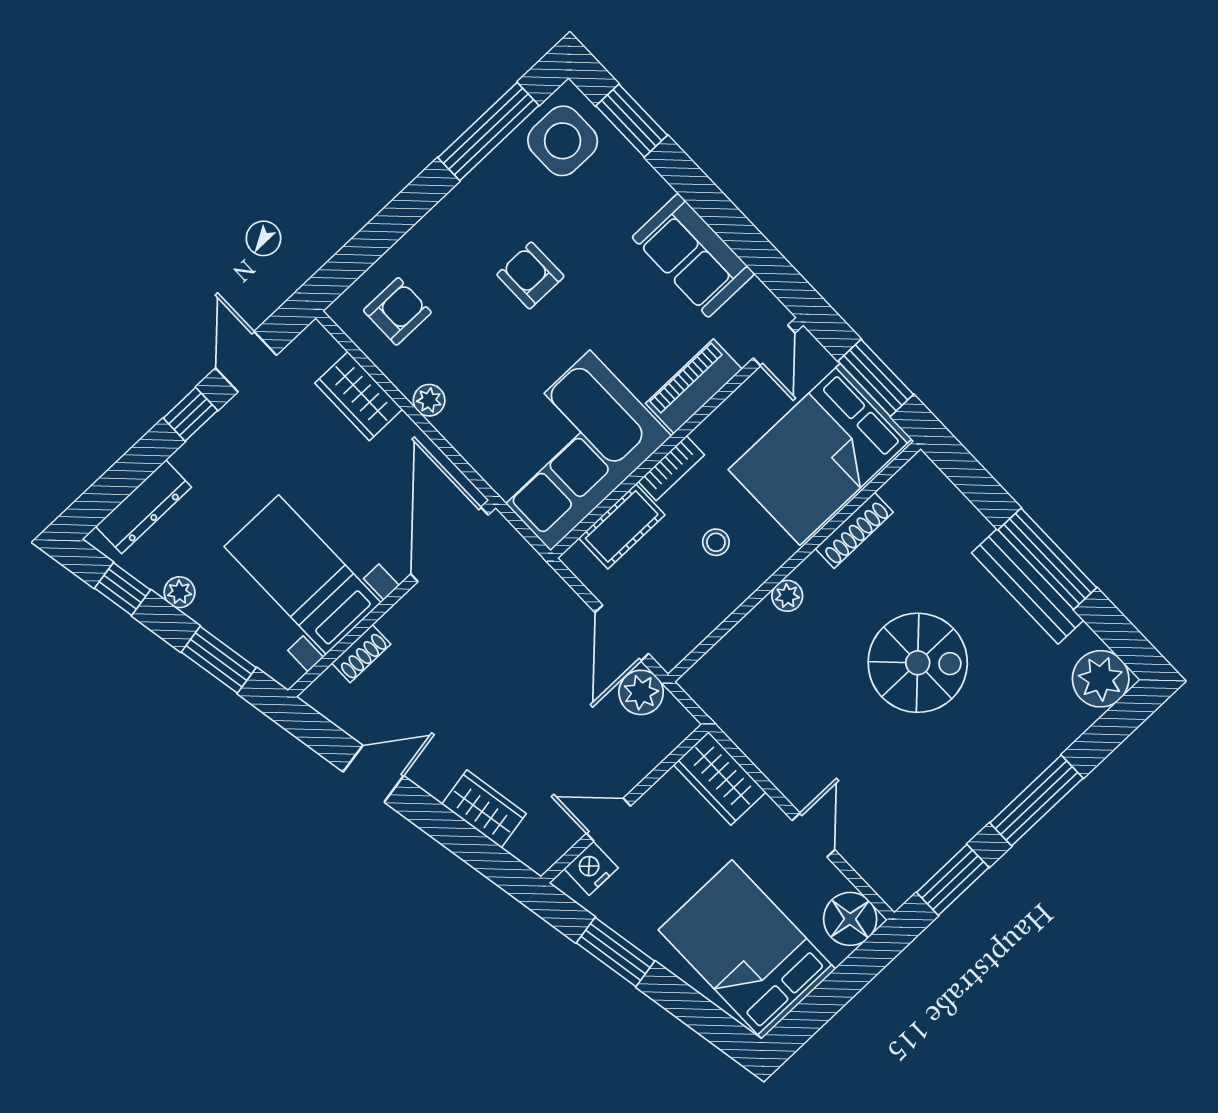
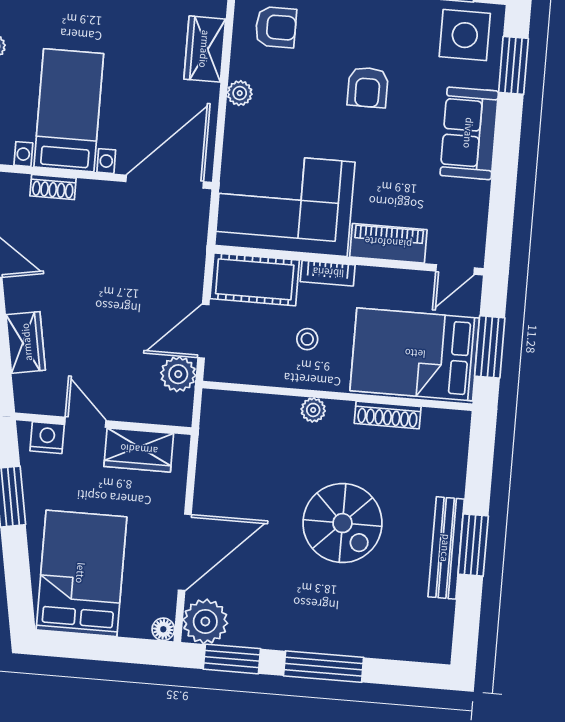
sofa: (693, 255) -> (469, 133), moved
armchair: (530, 275) -> (368, 87), turned 180
cot: (622, 526) -> (255, 279), width x1.37, depth x1.34
window: (1047, 559) -> (473, 545), width x0.69
plant: (1101, 679) -> (205, 621), moved
wardrobe: (720, 778) -> (139, 450), moved, turned -90
door: (813, 835) -> (185, 552), width x1.88
floor lamp: (850, 919) -> (163, 629), width x0.53, depth x0.53

